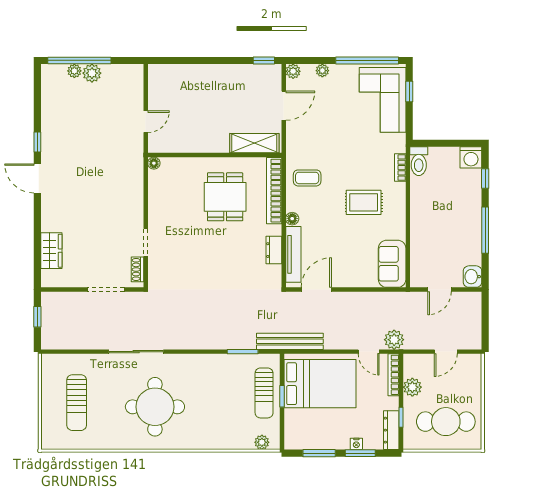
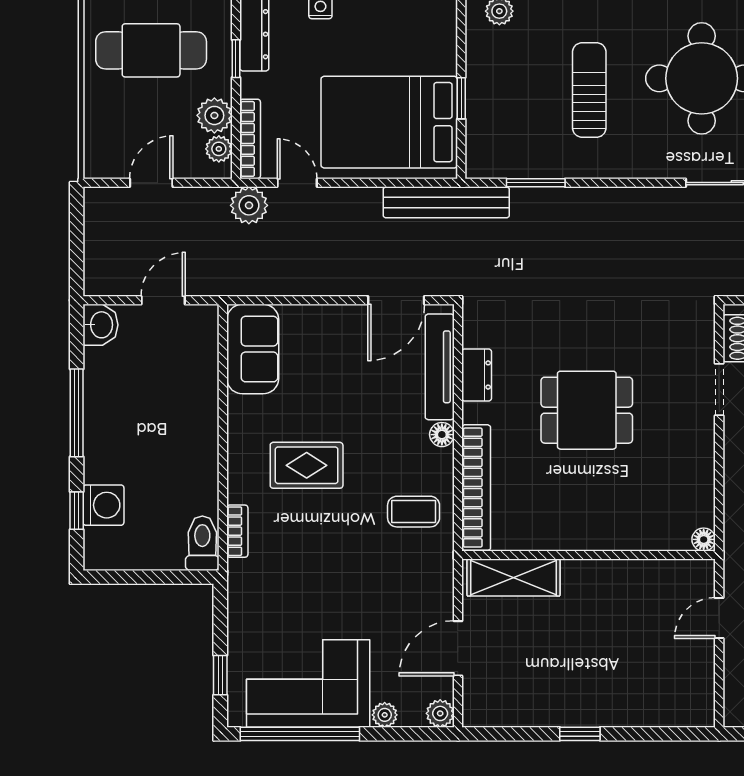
window: (264, 60) -> (580, 734), moved
corner sofa: (383, 100) -> (308, 683), moved, turned -90
washing machine: (471, 157) -> (103, 505), moved, turned 90
dining table: (225, 197) -> (587, 410), moved, turned 90
plant: (410, 370) -> (219, 149), added
sun lounger: (264, 393) -> (589, 90), moved

